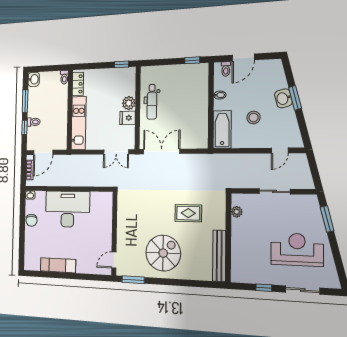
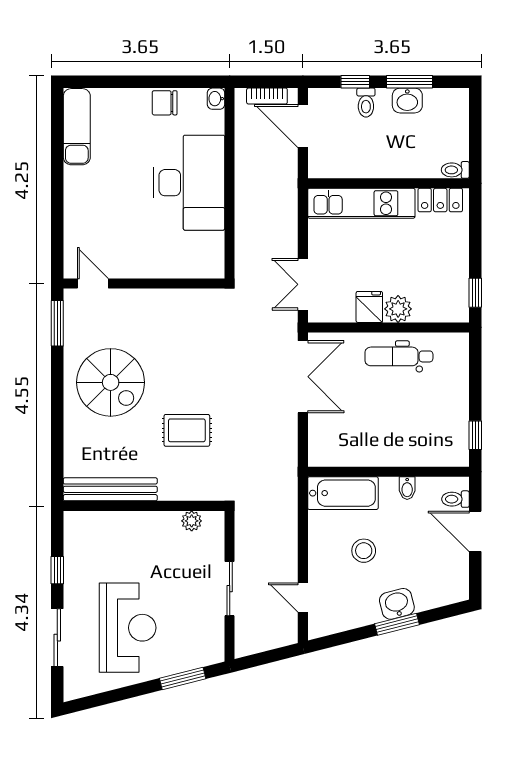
washbasin: (34, 79) -> (407, 101), moved
rug: (188, 213) -> (187, 430), turned 90
exam couch: (58, 265) -> (77, 127), moved

